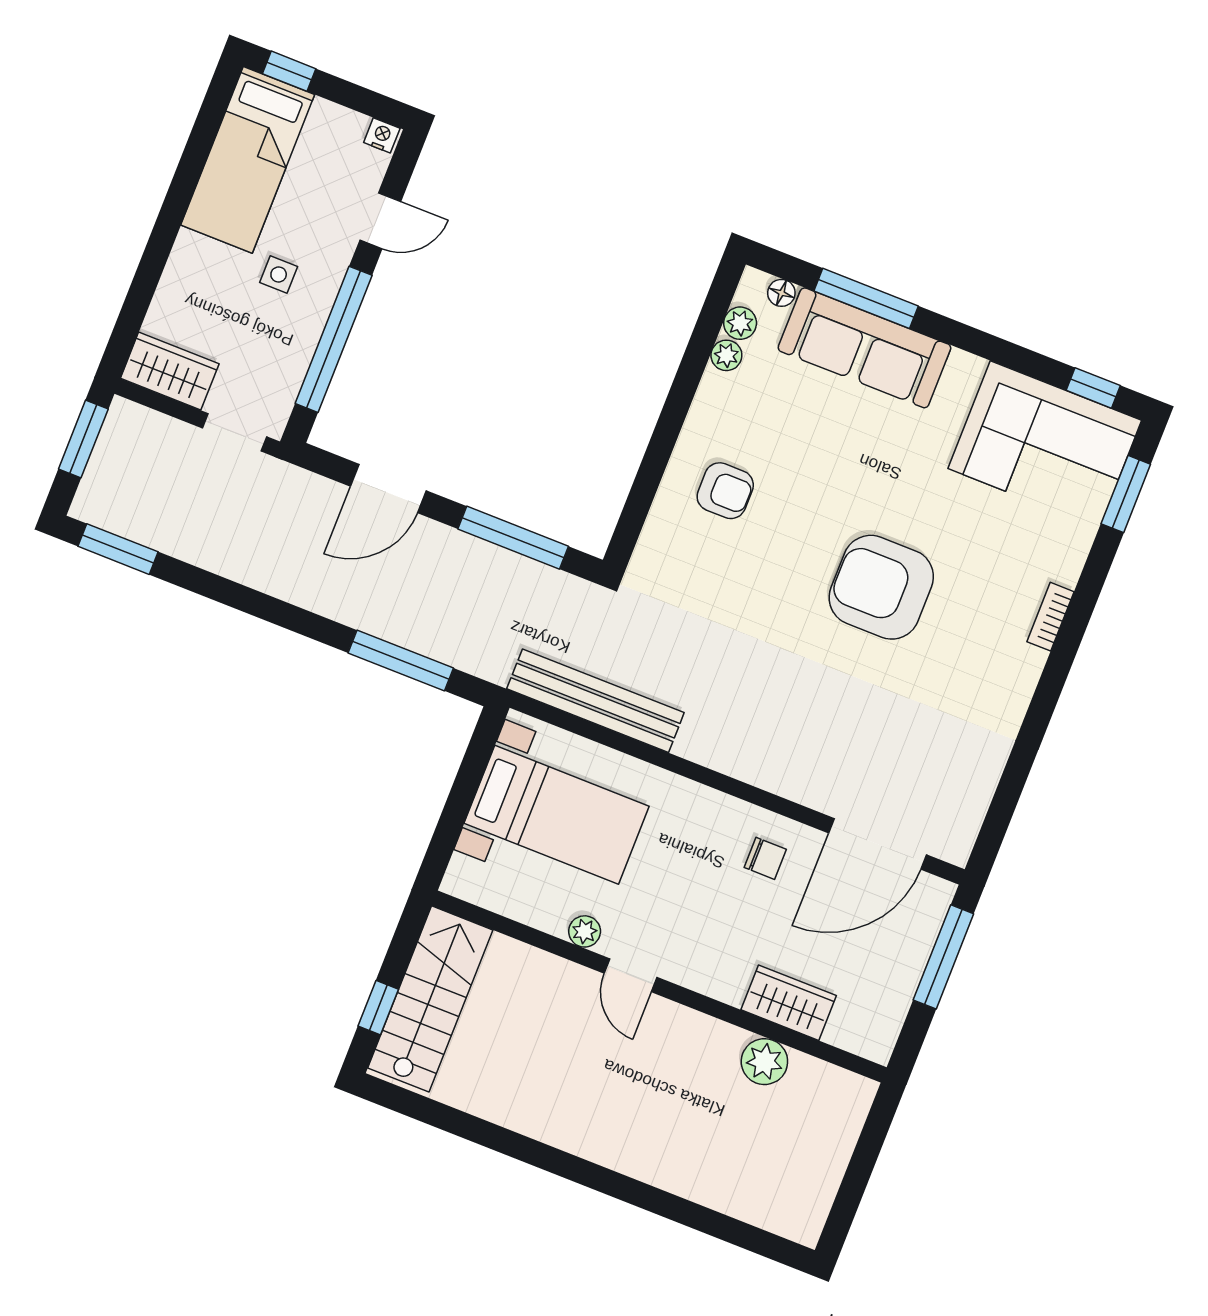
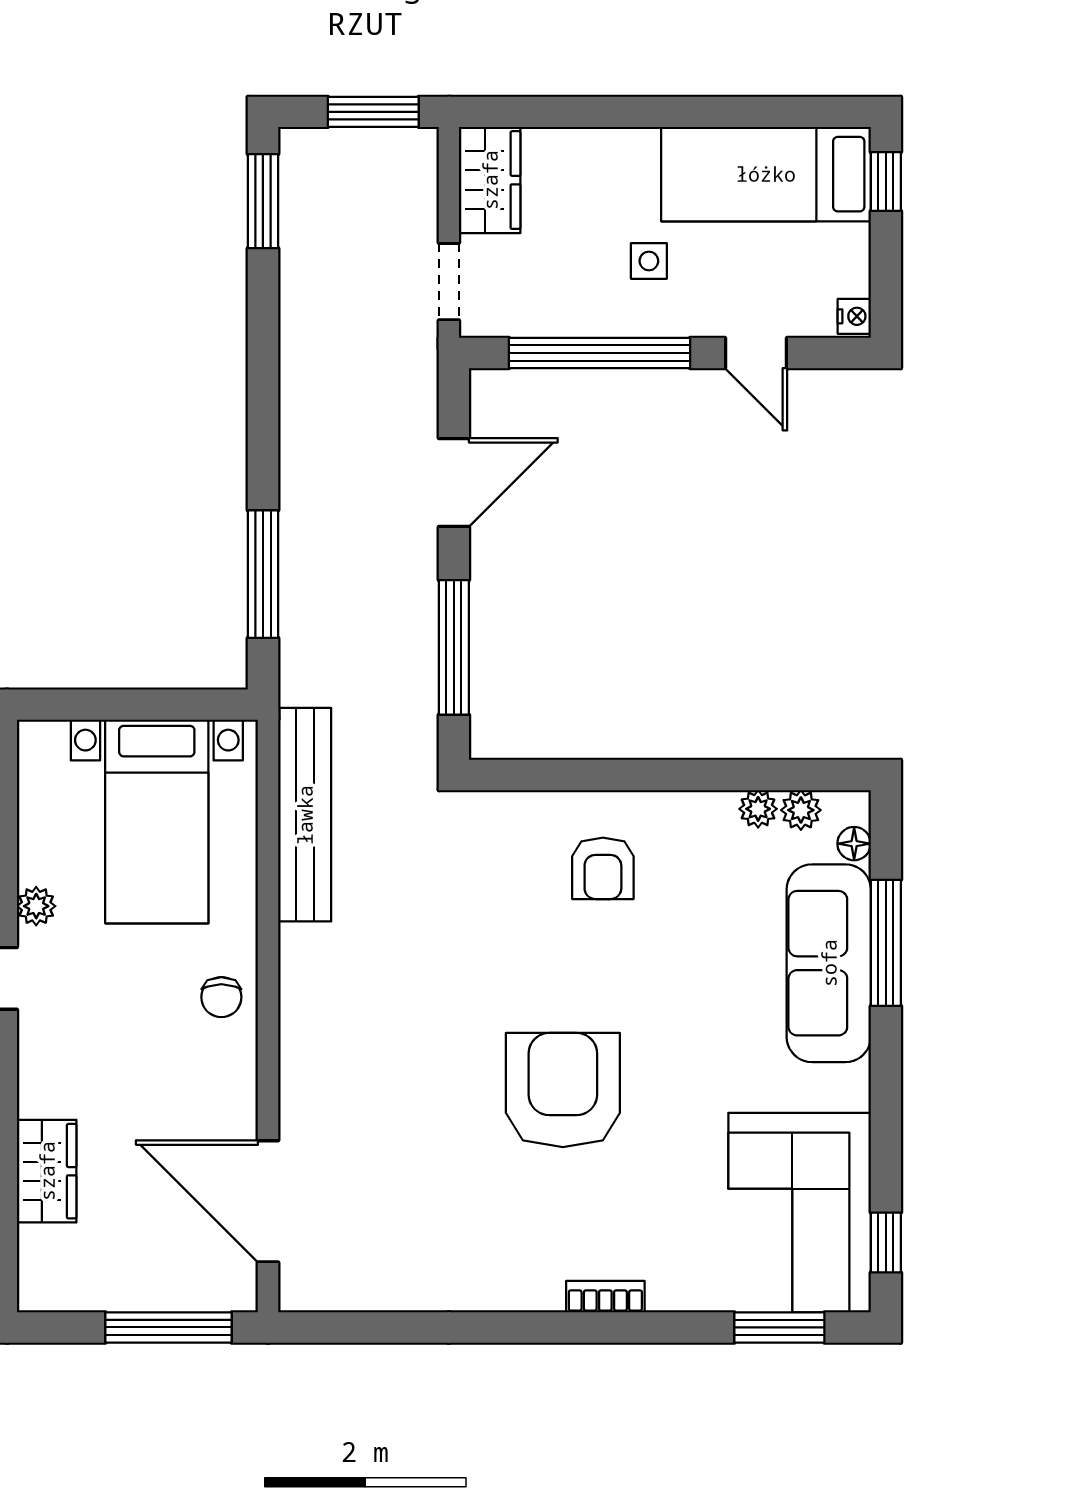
door: (388, 488) -> (454, 482), swing flipped
chair: (765, 858) -> (221, 997), moved

